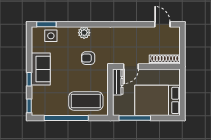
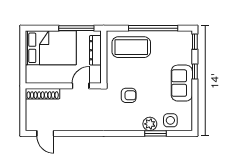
window: (46, 24) -> (156, 133), moved
plant: (84, 33) -> (150, 124), moved
dresser: (118, 82) -> (95, 50), moved

